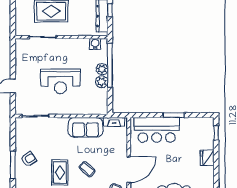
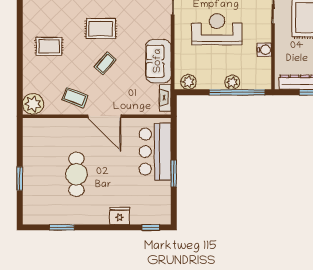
water cooler: (95, 44) -> (264, 50), moved
reception desk: (60, 81) -> (217, 29), turned 90
plant: (102, 82) -> (188, 82), moved

